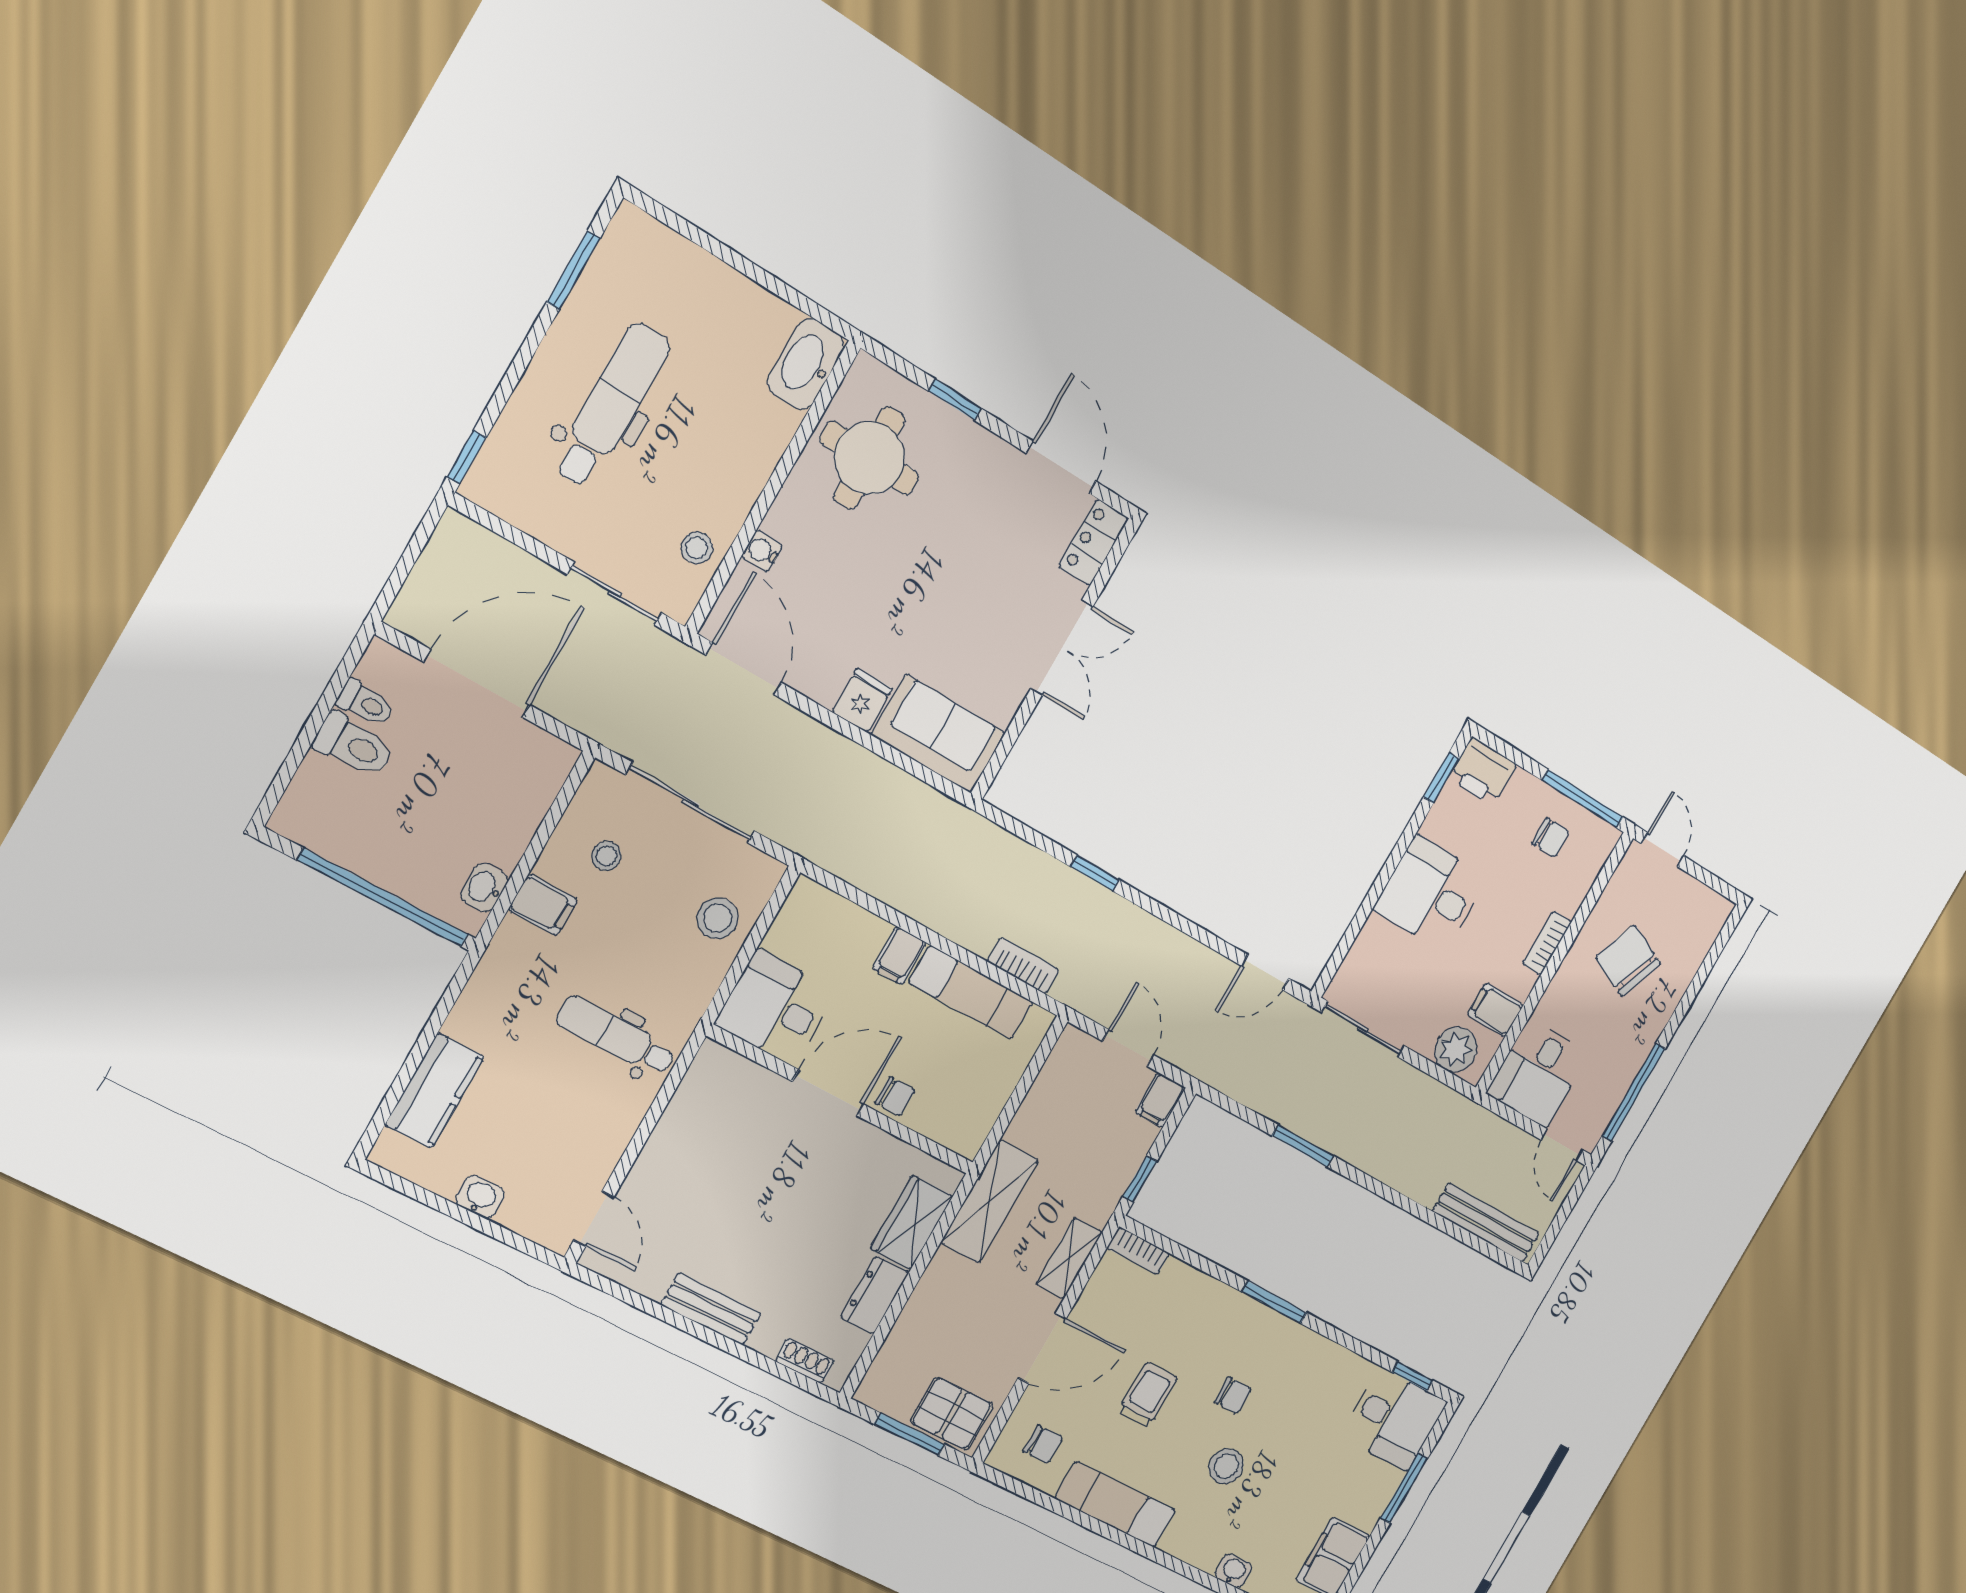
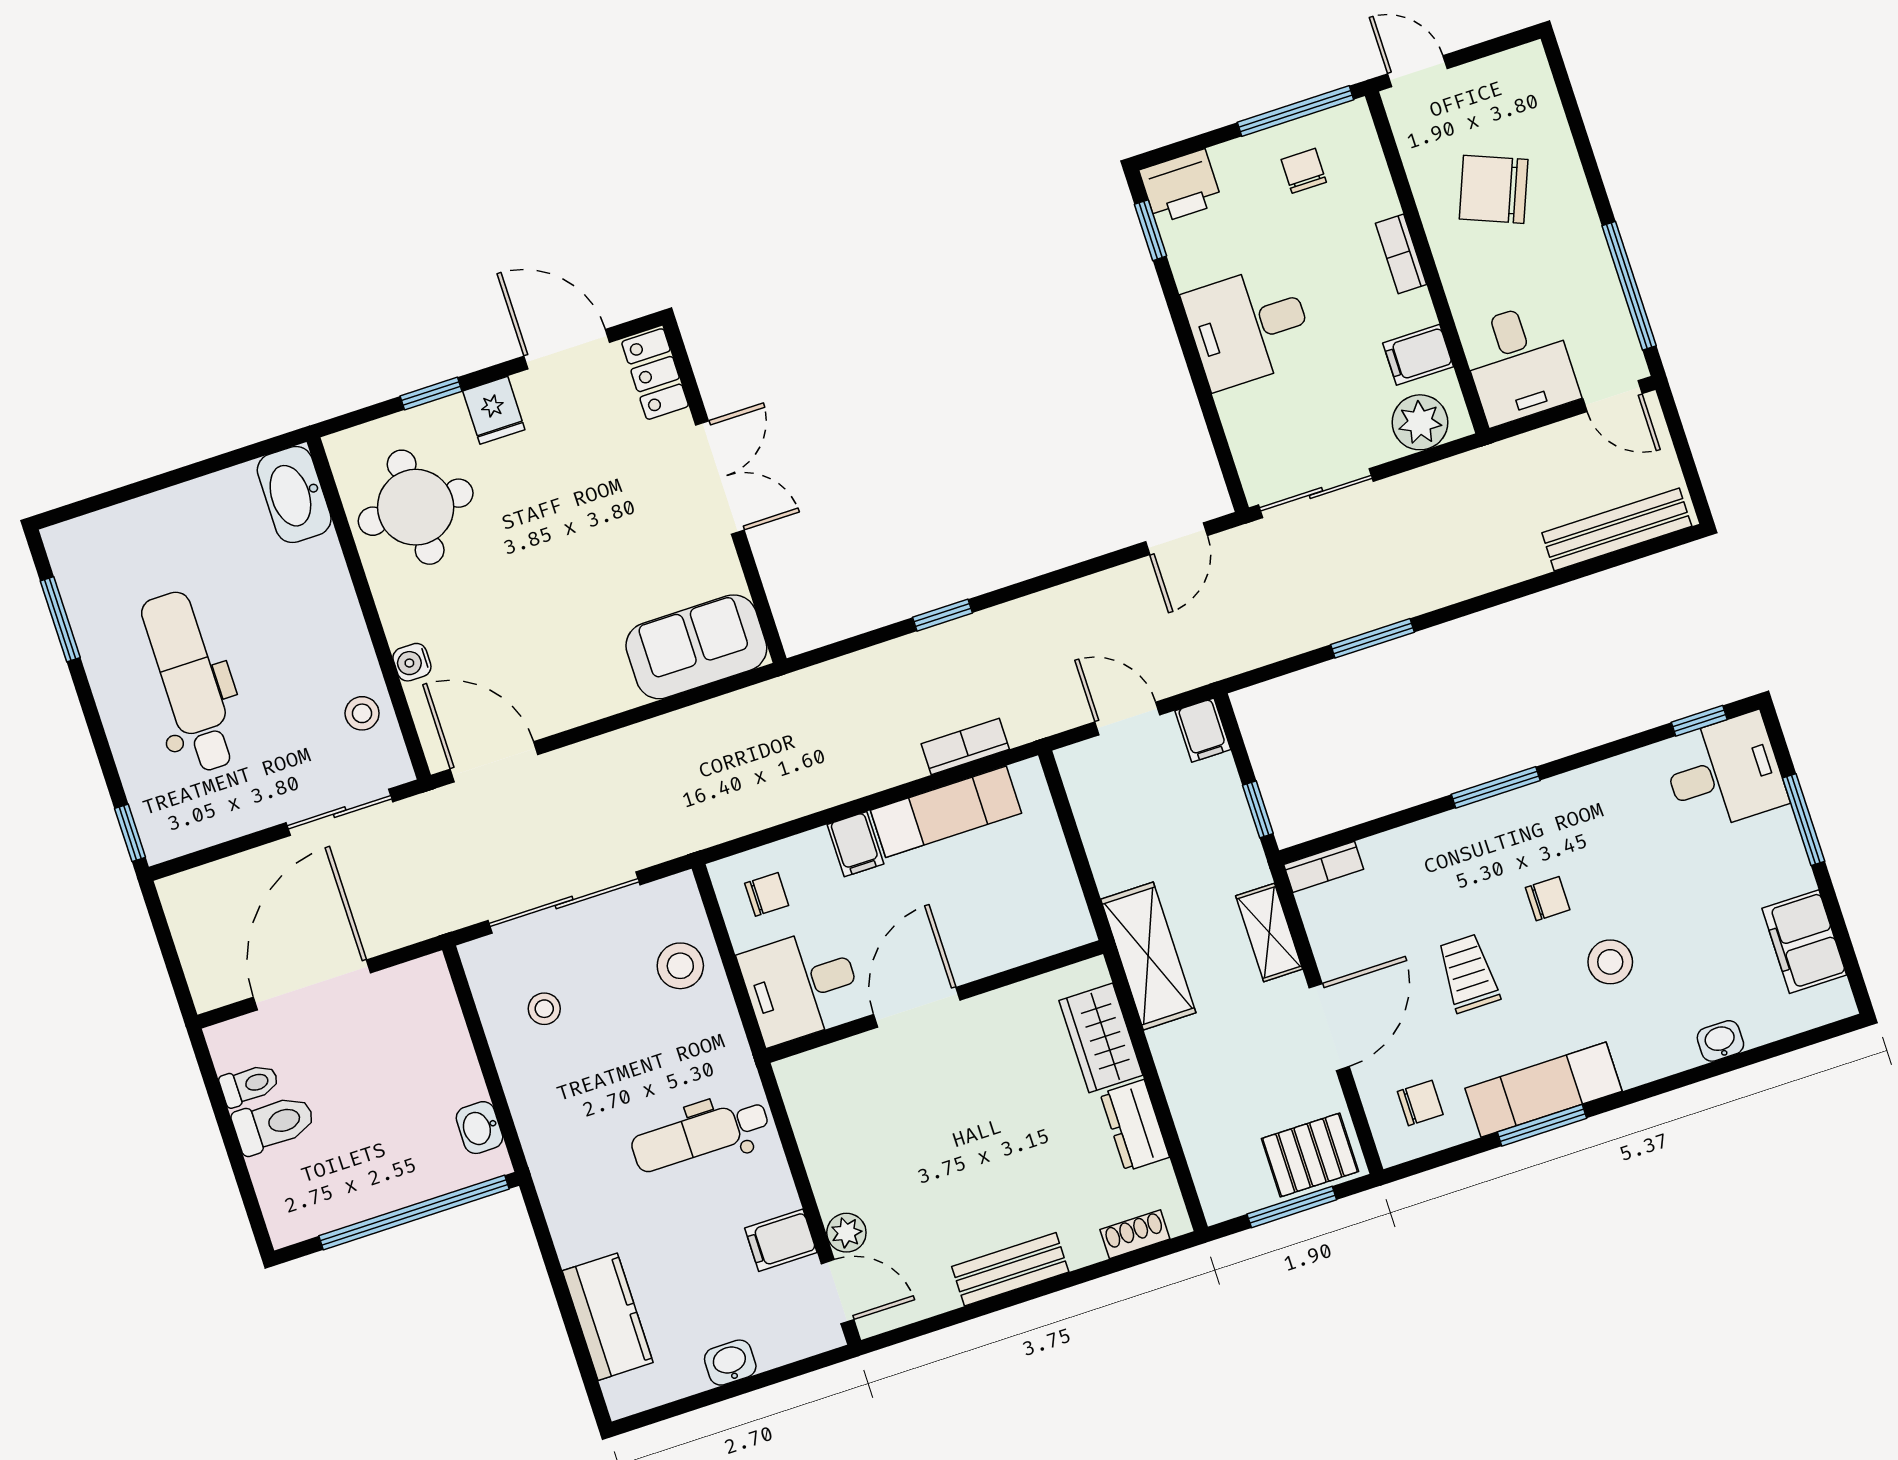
fridge: (862, 701) -> (494, 410), moved, turned 180
chair: (1551, 838) -> (1304, 171), turned -90
filing cabinet: (543, 905) -> (781, 1240), moved, turned 180
chair: (895, 1096) -> (767, 894), moved
plant: (638, 1188) -> (846, 1233), added
window: (1093, 1524) -> (1542, 1125), added

